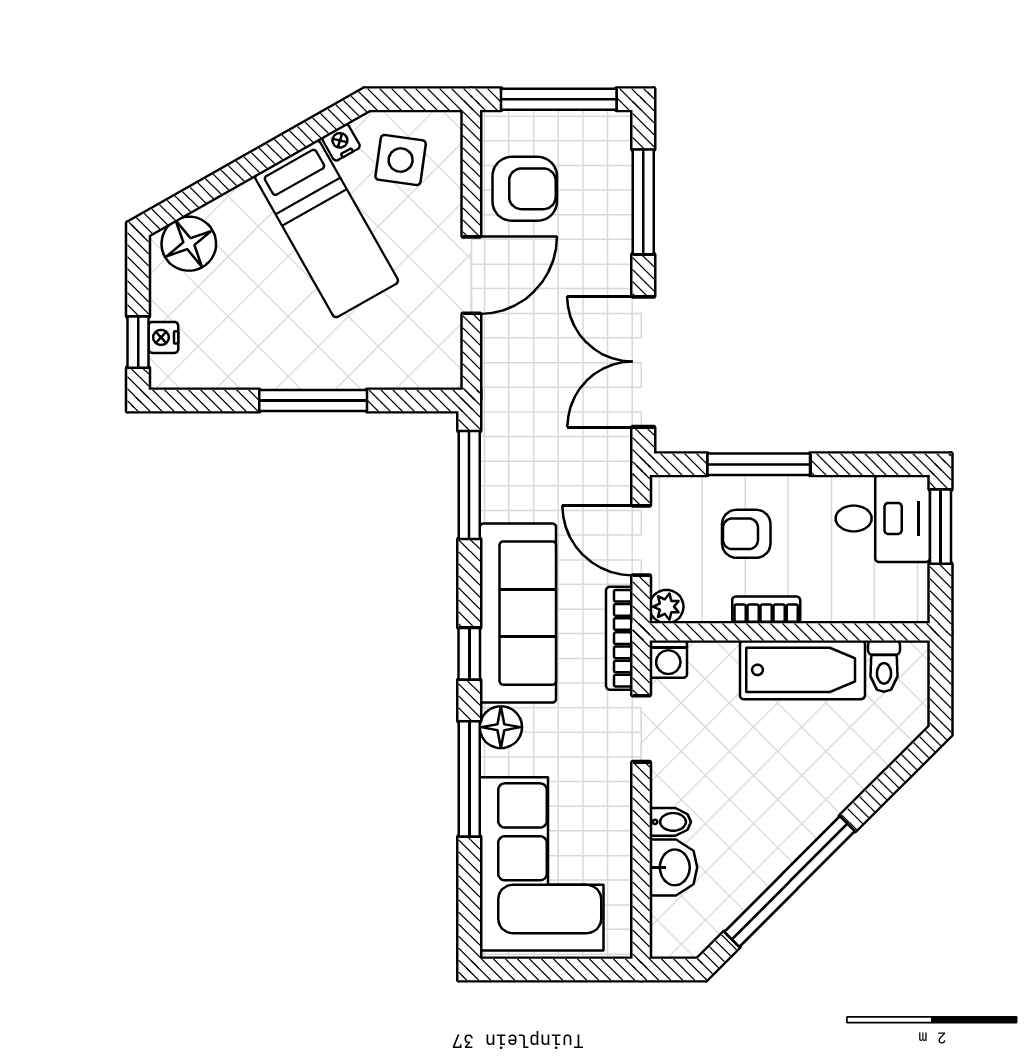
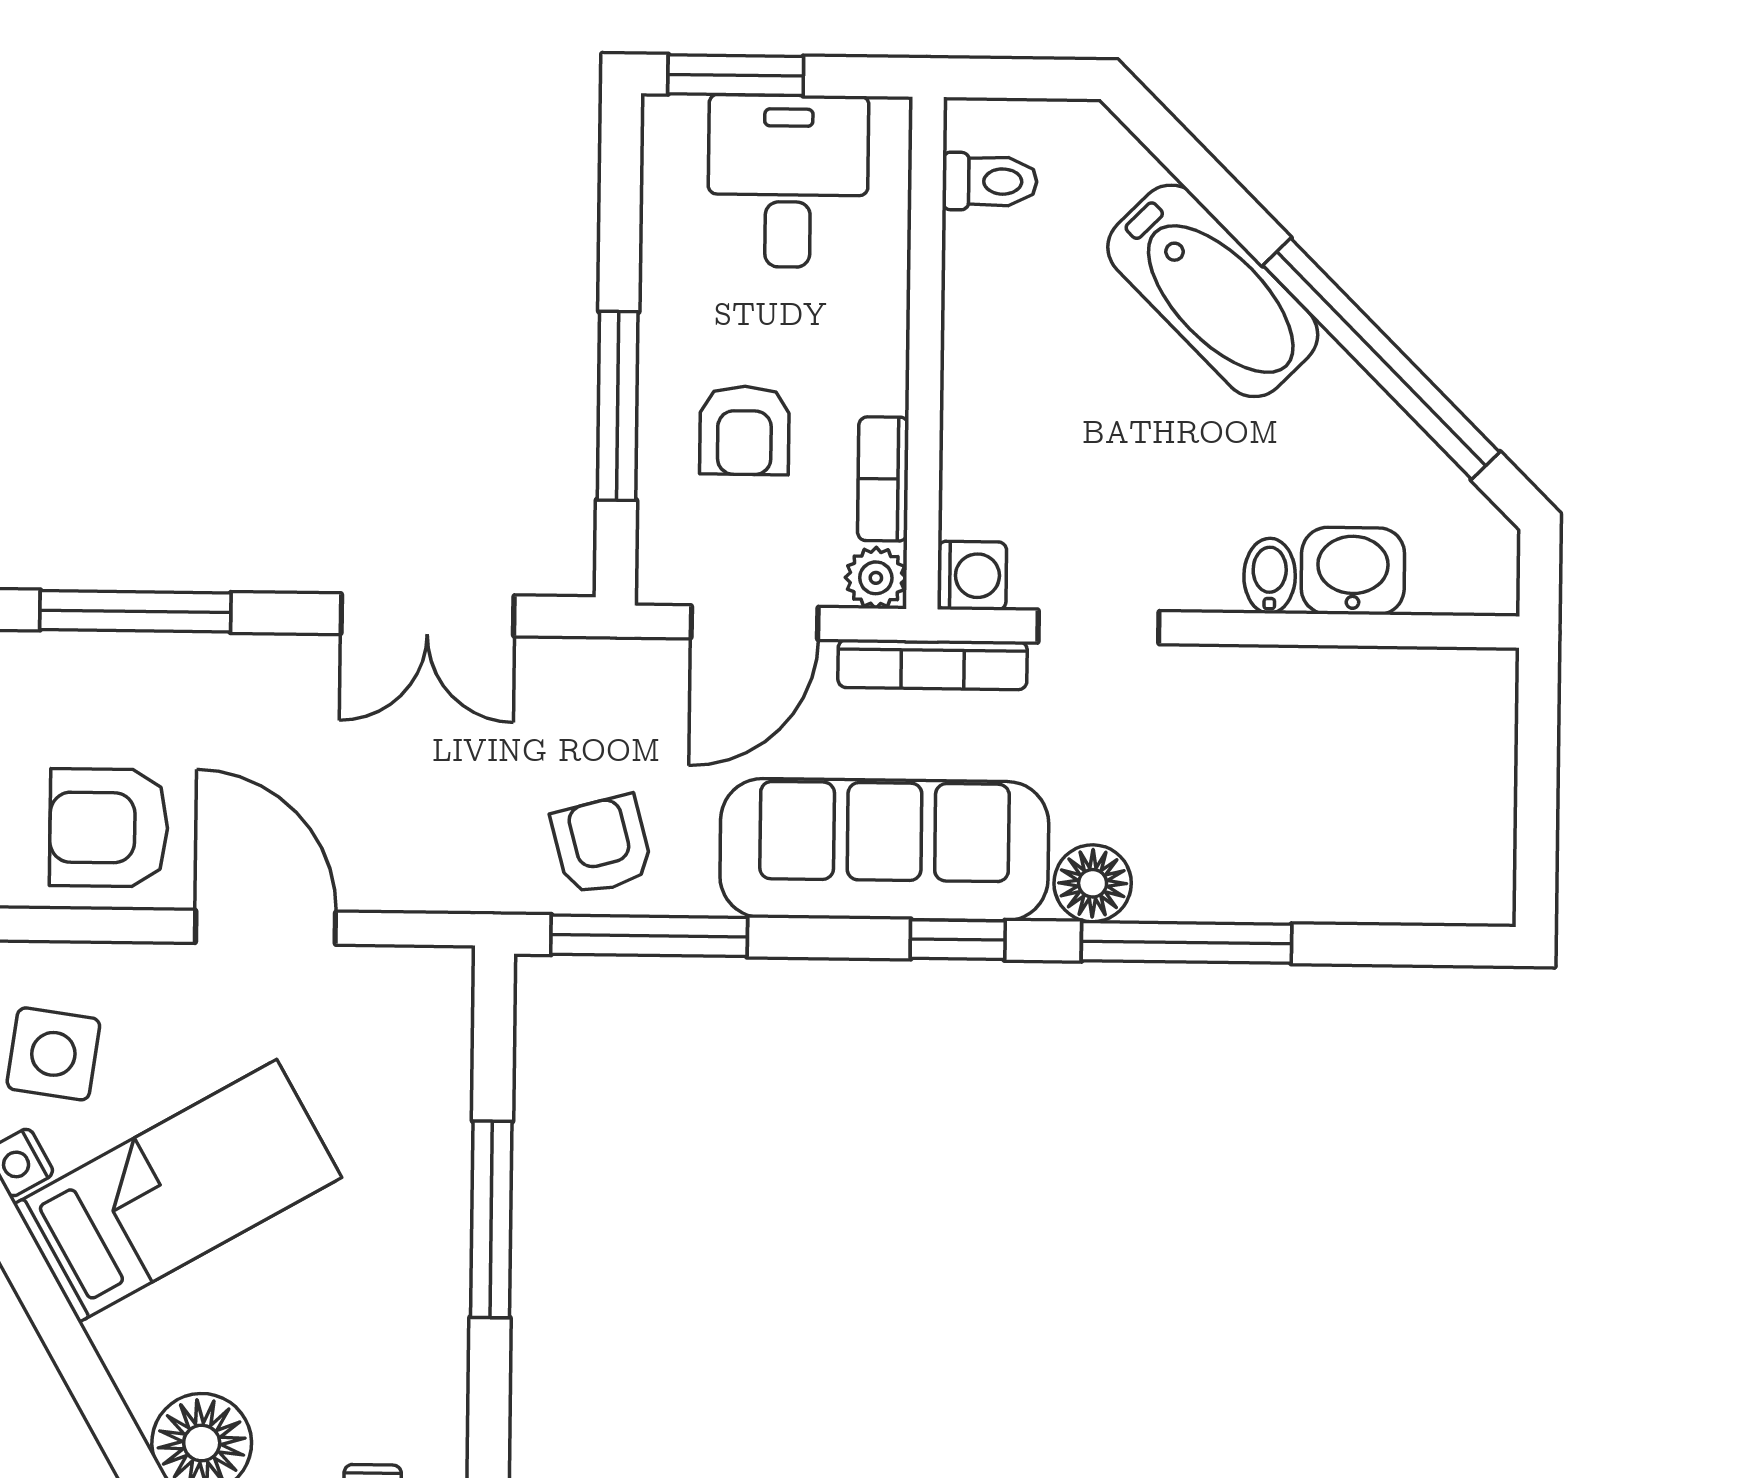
armchair: (525, 189) -> (109, 828), turned -90
double door: (643, 362) -> (427, 615), width x0.73
armchair: (518, 459) -> (602, 845), added
desk: (883, 518) -> (788, 181), moved
bookcase: (766, 610) -> (883, 479), moved
bathtub: (802, 670) -> (1213, 291), moved, turned 135
corner sofa: (542, 864) -> (1344, 812), removed

